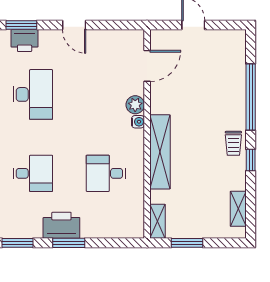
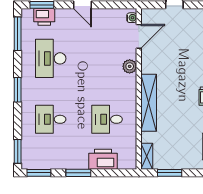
desk: (33, 94) -> (51, 58), turned 180
water cooler: (138, 122) -> (132, 18), moved
desk: (33, 173) -> (51, 119), turned 180
printer: (61, 225) -> (103, 159), moved

